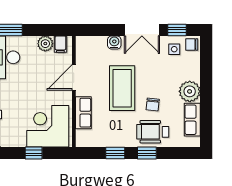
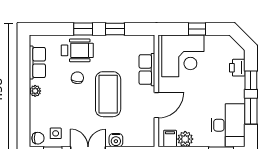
plant: (190, 91) -> (35, 91), width x0.53, depth x0.53

